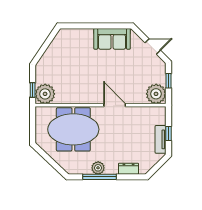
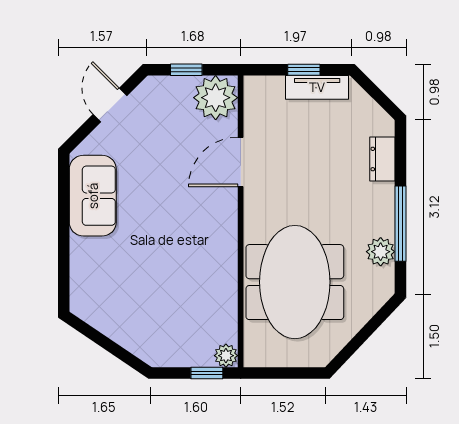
plant: (45, 94) -> (226, 356), width x0.53, depth x0.53
door: (115, 105) -> (241, 162), moved
plant: (98, 168) -> (381, 252), moved

